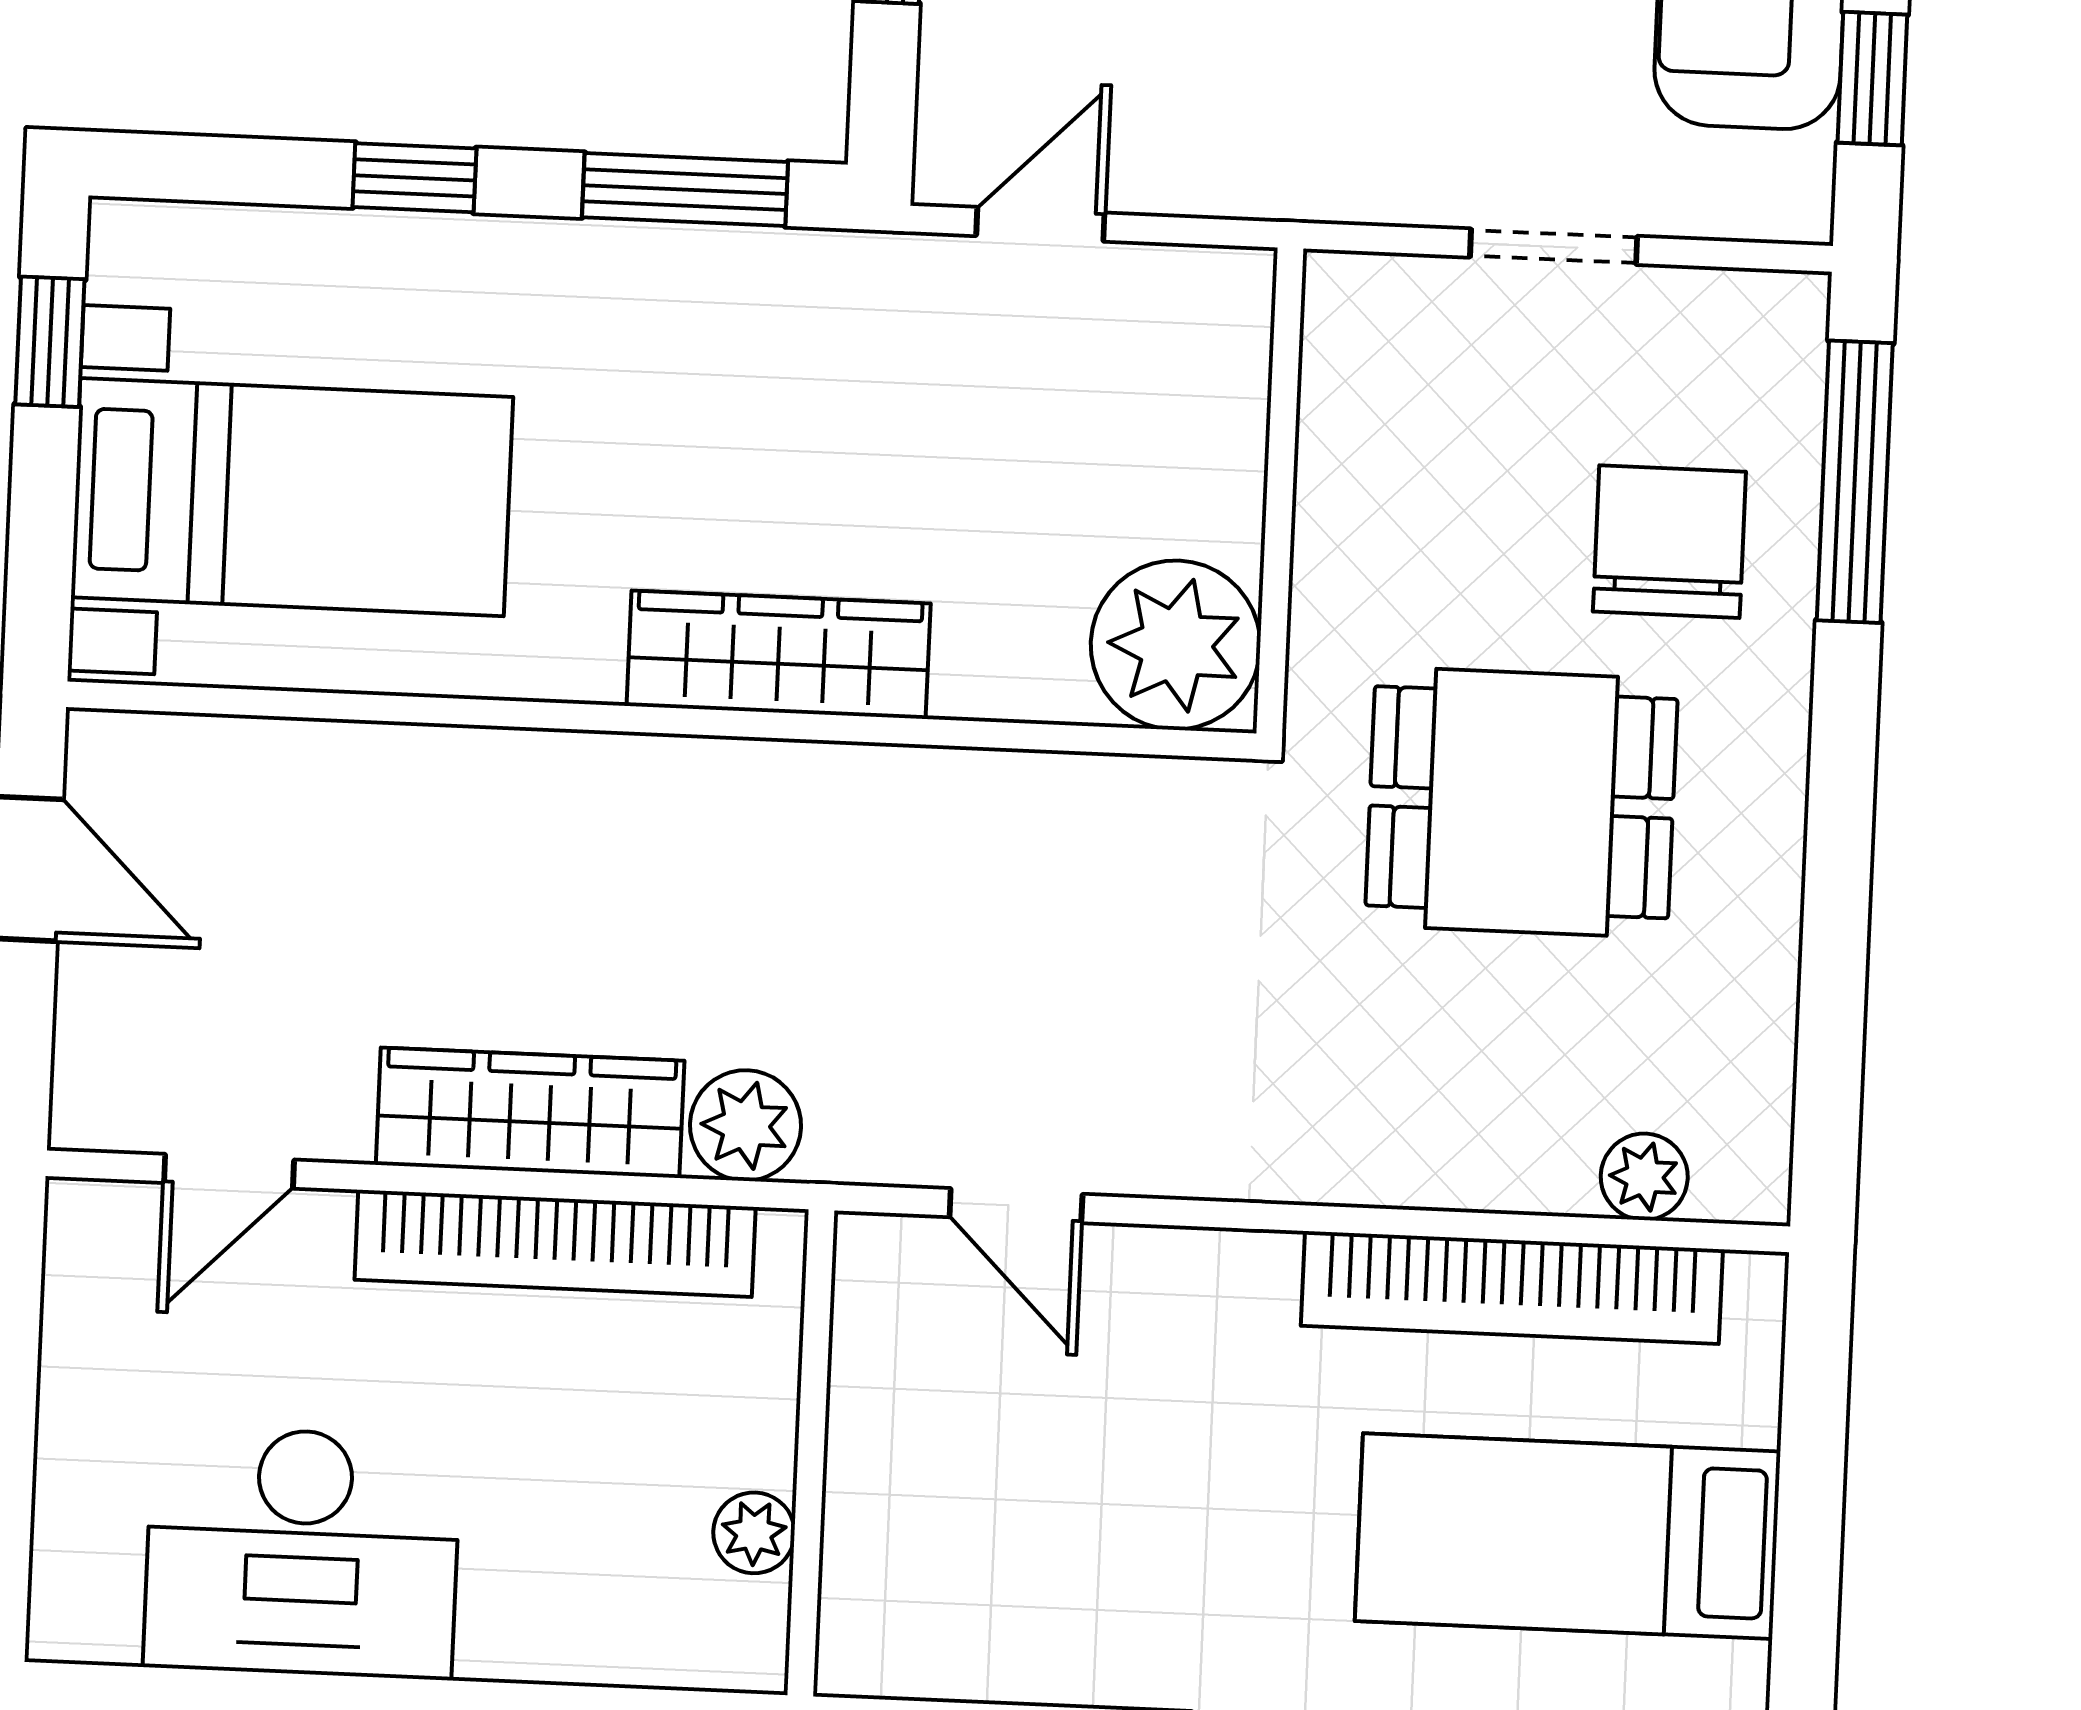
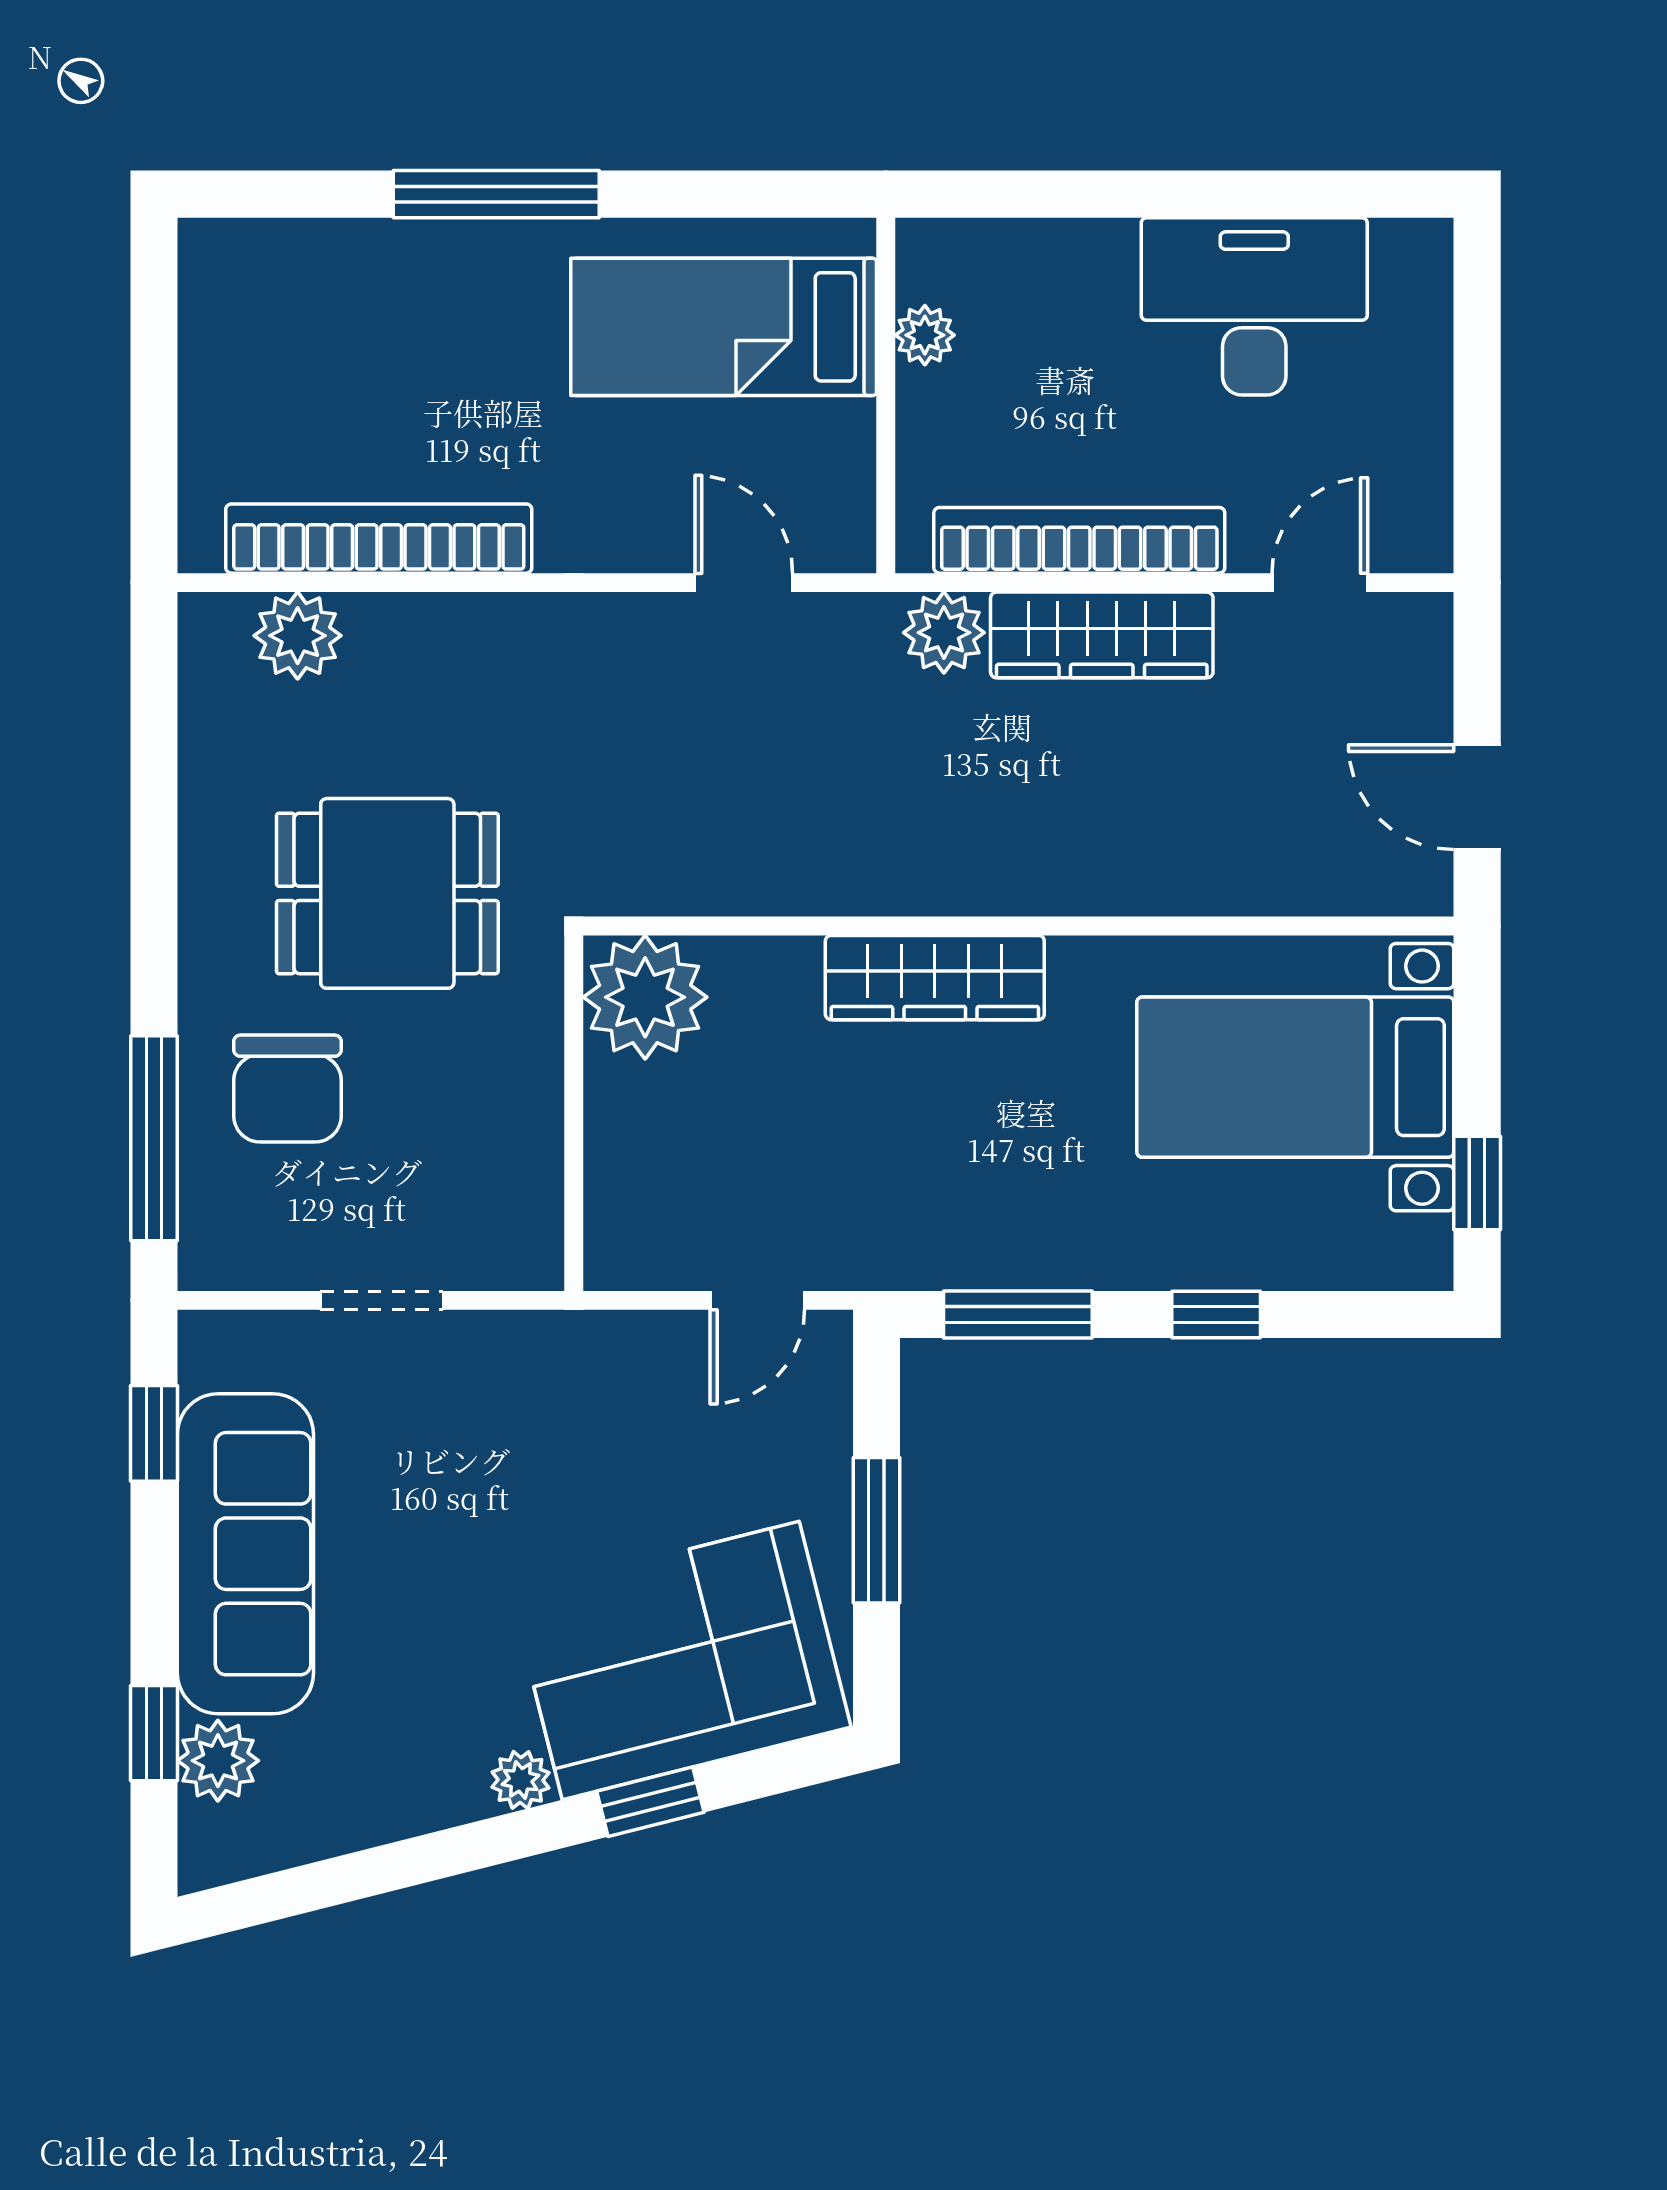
plant: (1644, 1177) -> (298, 636), width x1.38, depth x1.38
bed: (1568, 1536) -> (724, 327), moved, turned 180

